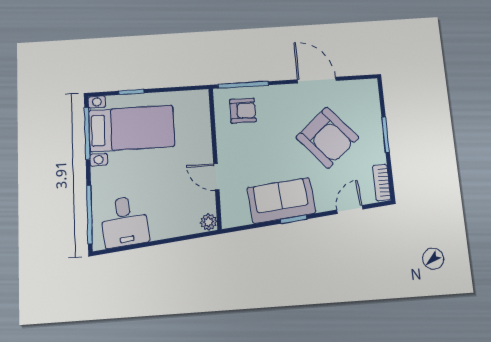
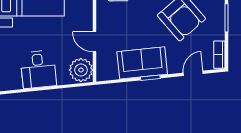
desk: (125, 222) -> (38, 69), moved
plant: (209, 222) -> (81, 70), width x1.88, depth x1.88

